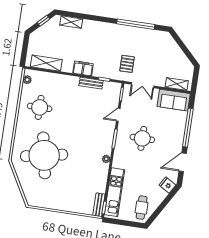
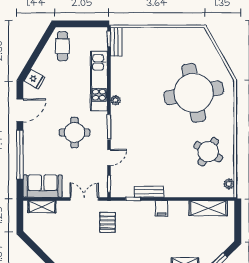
filing cabinet: (83, 68) -> (162, 208), width x0.50
round table: (40, 107) -> (208, 152), turned 31
kitchen unit: (115, 192) -> (99, 81), moved

